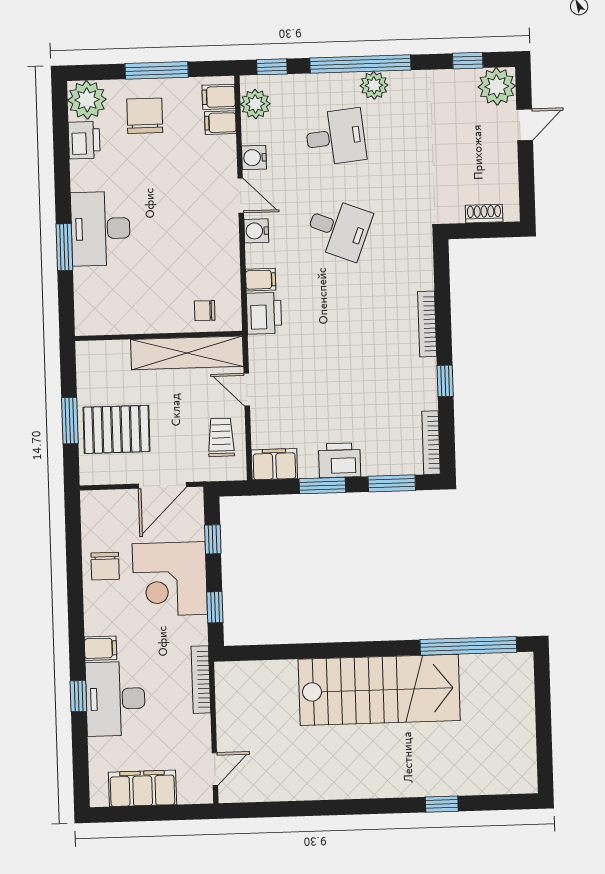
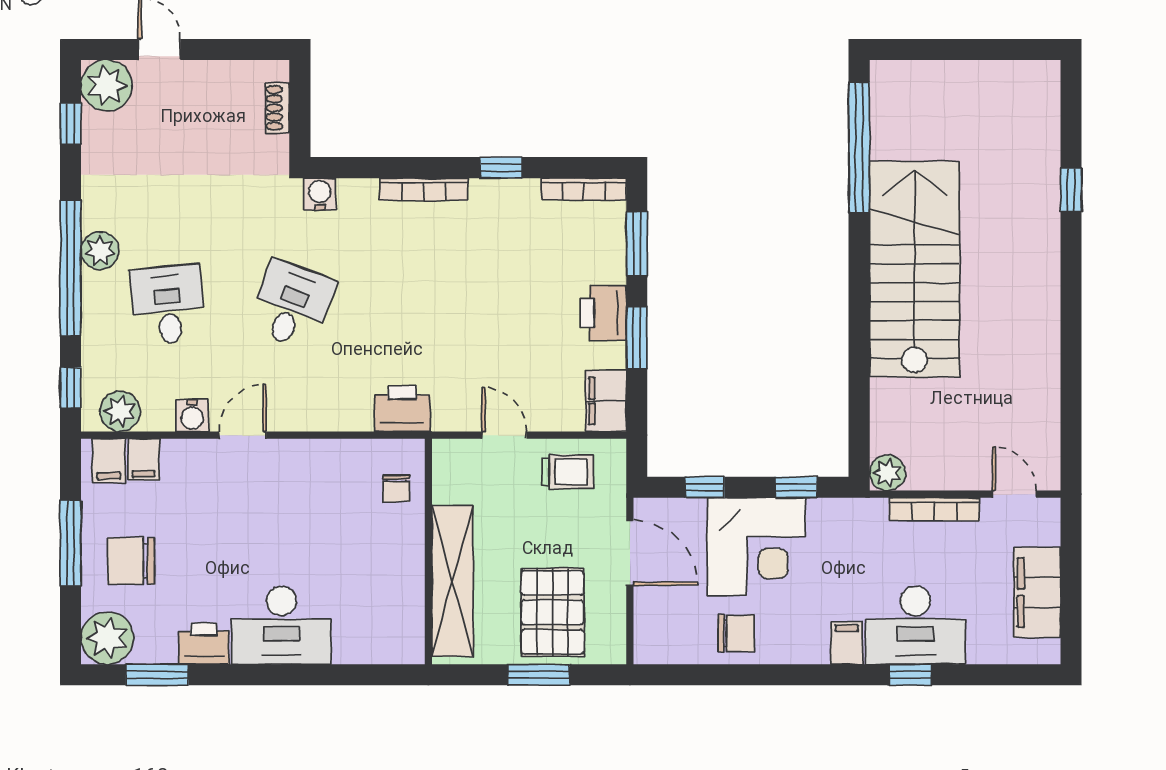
printer: (84, 140) -> (204, 644), moved
water cooler: (256, 231) -> (320, 194), moved, turned 180
window: (64, 247) -> (157, 675), moved
filing cabinet: (261, 280) -> (357, 412), removed
shelving: (187, 353) -> (452, 581), moved
door: (247, 390) -> (504, 435), swing flipped
trolley: (221, 437) -> (568, 472), turned 180
plant: (228, 675) -> (888, 473), added
bookcase: (201, 680) -> (934, 509), moved

